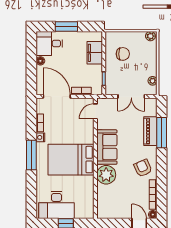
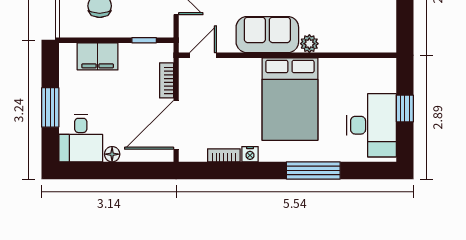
door: (95, 111) -> (203, 55), swing flipped
window: (31, 155) -> (313, 170), moved
plant: (106, 175) -> (309, 44), width x0.53, depth x0.53

